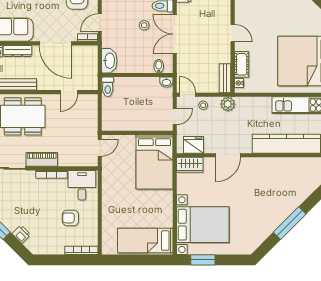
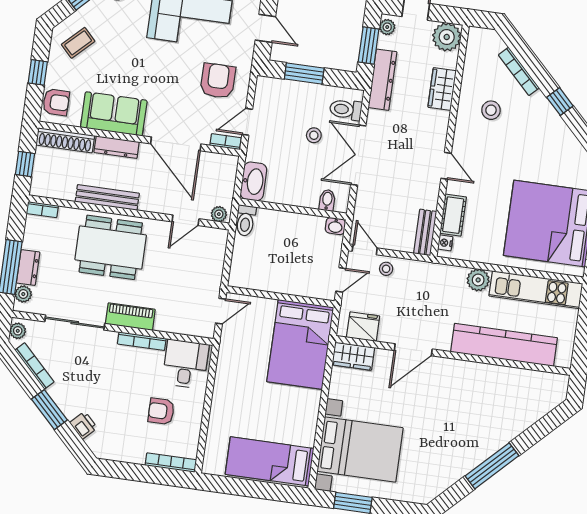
plant: (90, 85) -> (219, 214), added
plant: (228, 104) -> (478, 280), moved

